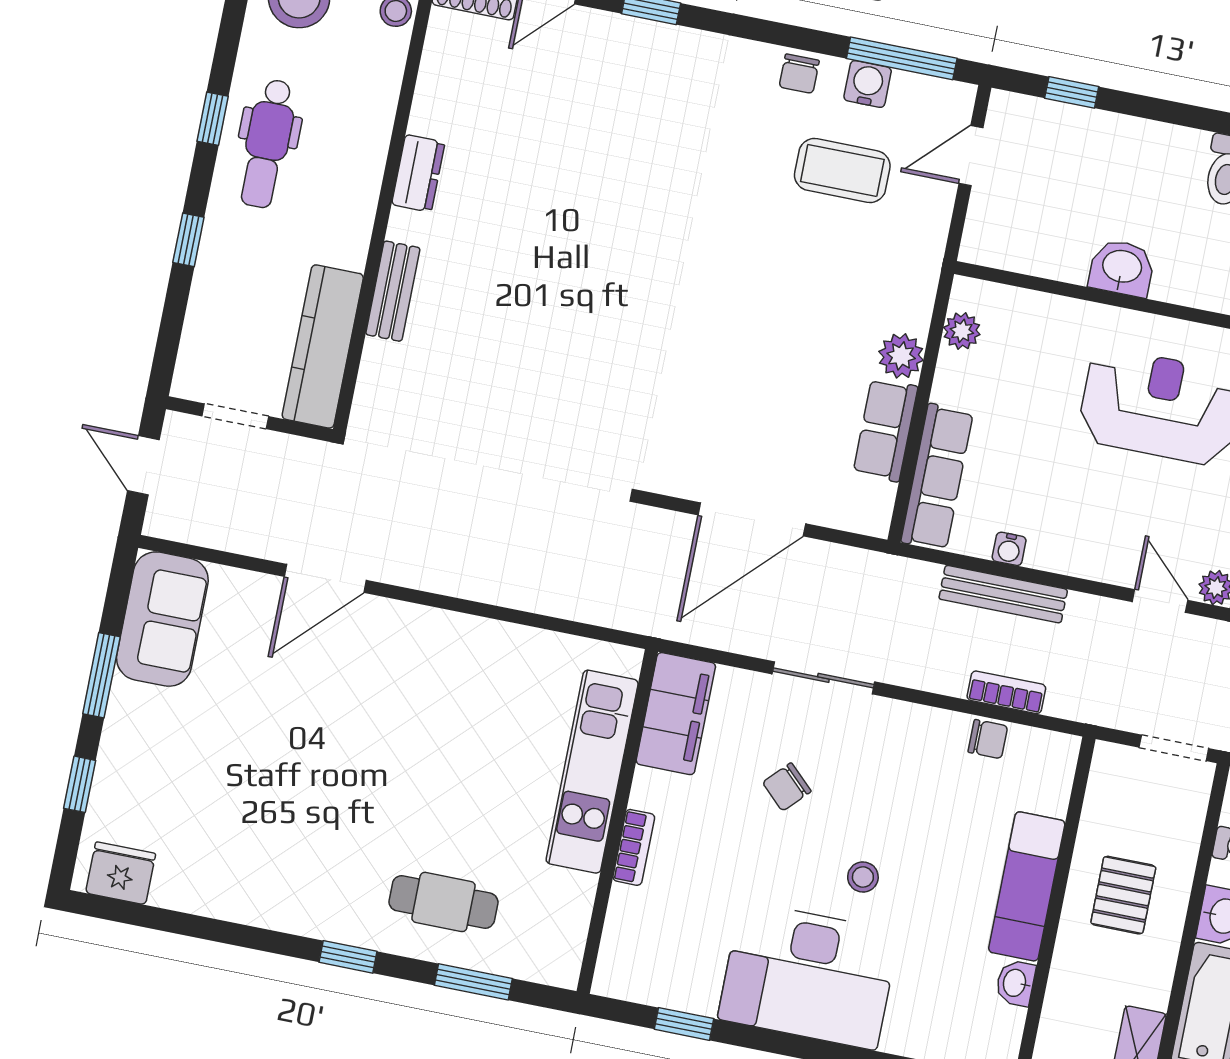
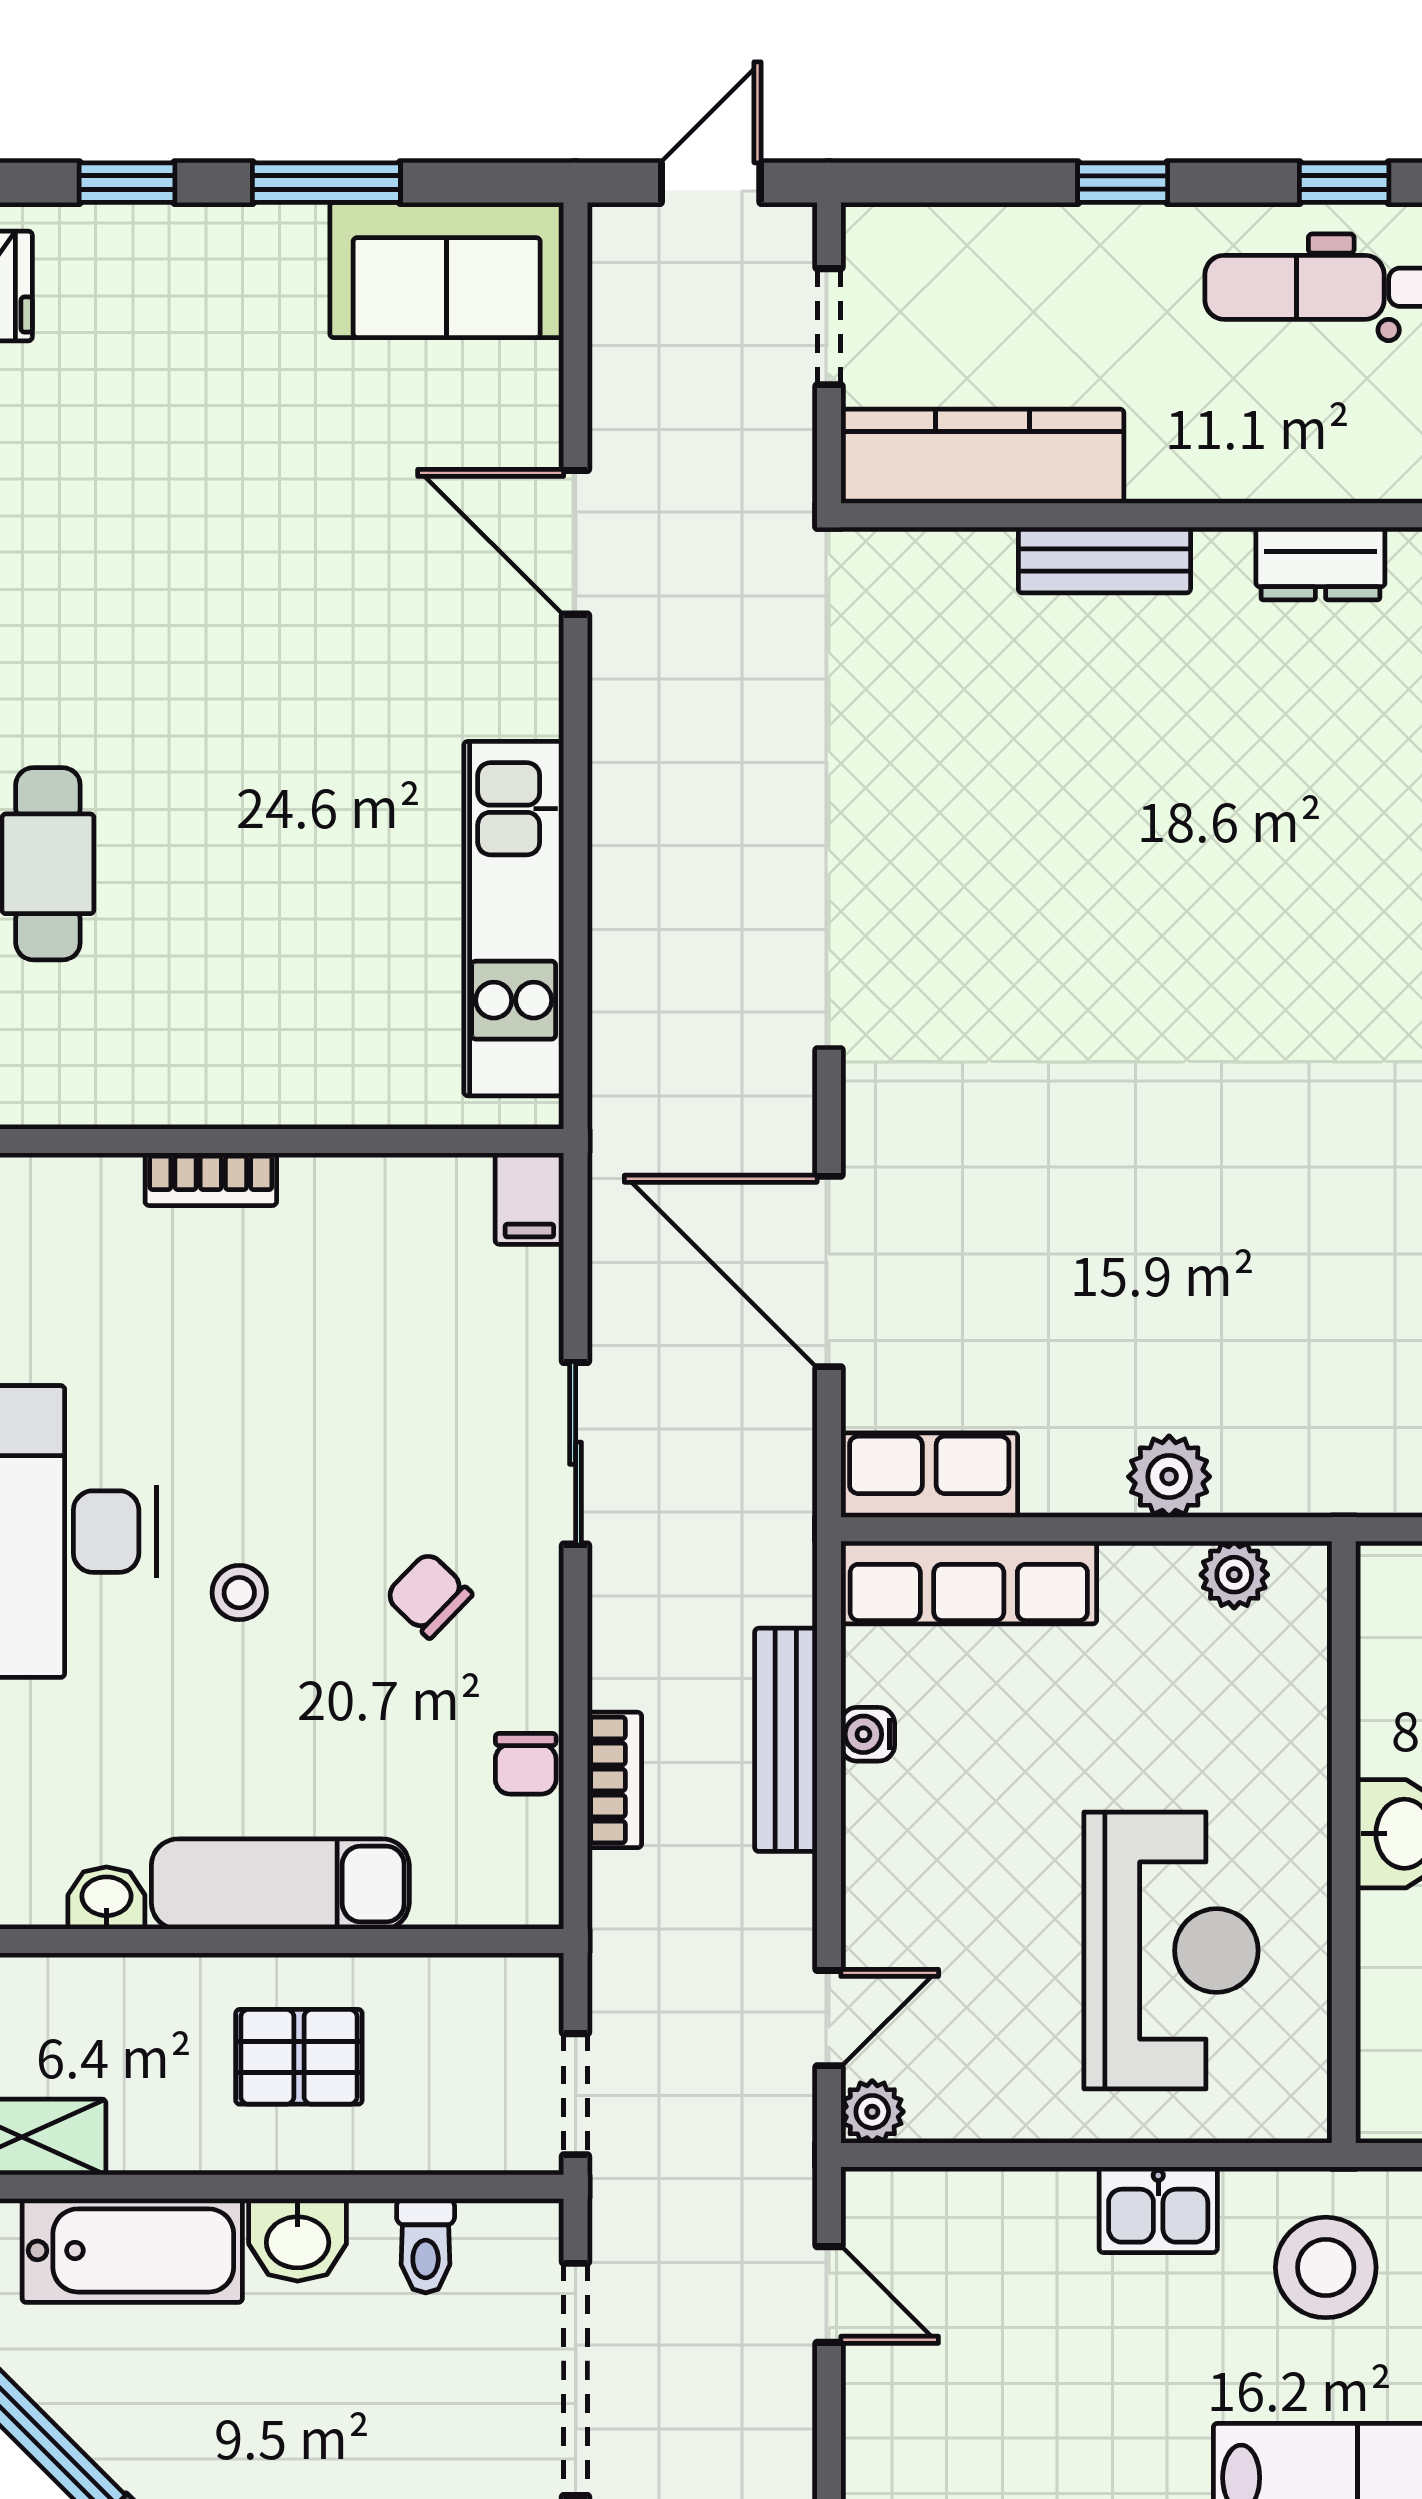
row of seats: (885, 430) -> (929, 1475), moved
filing cabinet: (676, 714) -> (529, 1199), width x0.33, depth x0.86
kitchen unit: (592, 772) -> (514, 919), moved, turned -90
chair: (787, 787) -> (429, 1595), moved

